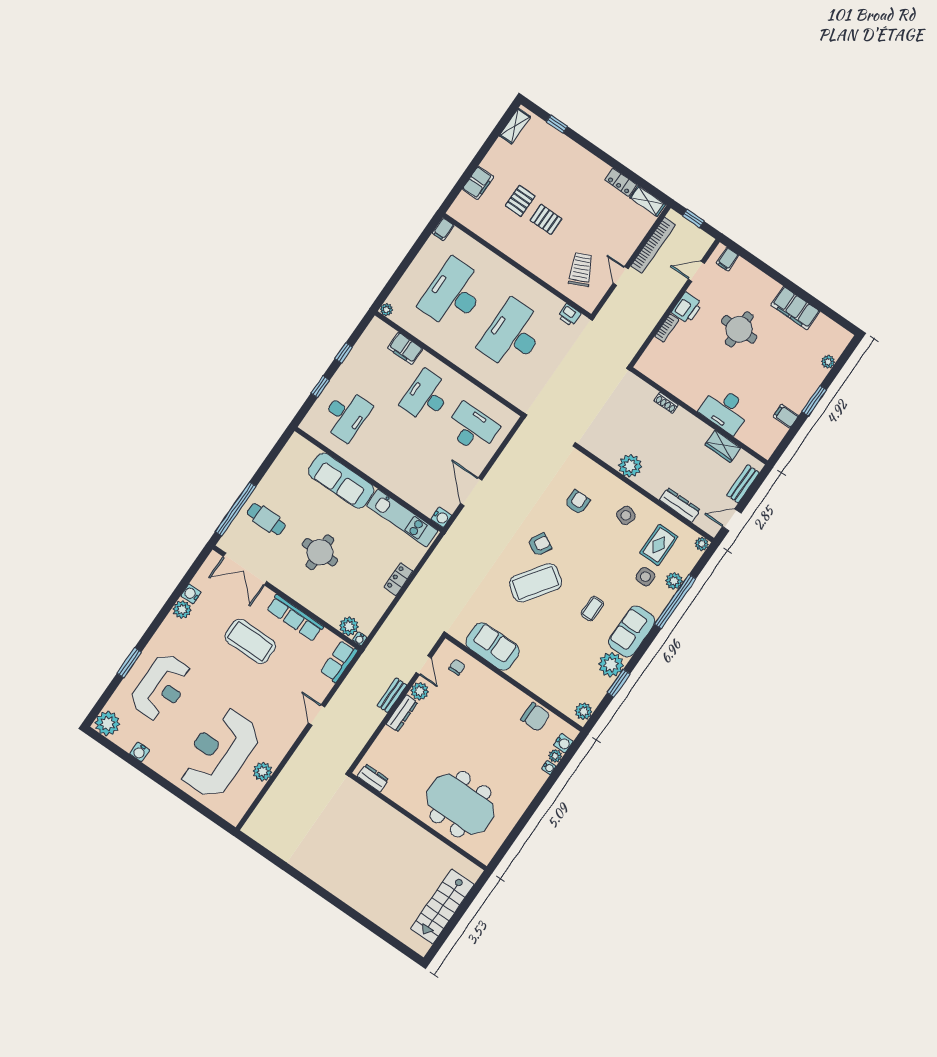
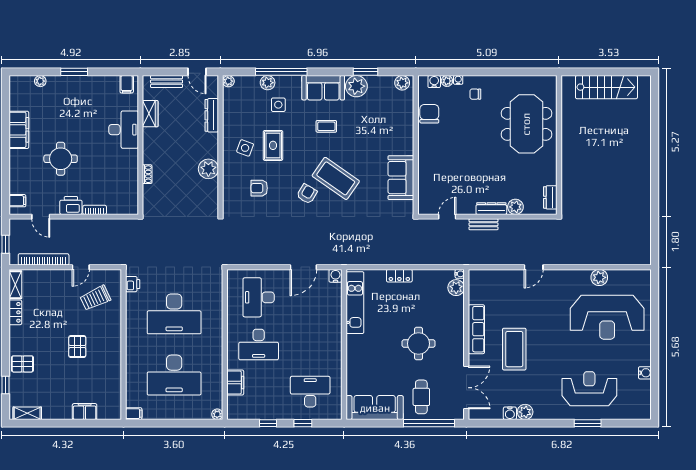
pallet: (520, 201) -> (22, 364), moved
filing cabinet: (786, 416) -> (127, 84), moved
sofa: (341, 481) -> (375, 408), moved, turned -90
armchair: (540, 544) -> (307, 194), turned 91
rug: (659, 545) -> (273, 145), moved, turned 90
row of seats: (339, 661) -> (486, 277), removed
chair: (457, 667) -> (475, 94), moved
plant: (420, 691) -> (515, 207), moved
plant: (107, 723) -> (640, 409), removed

